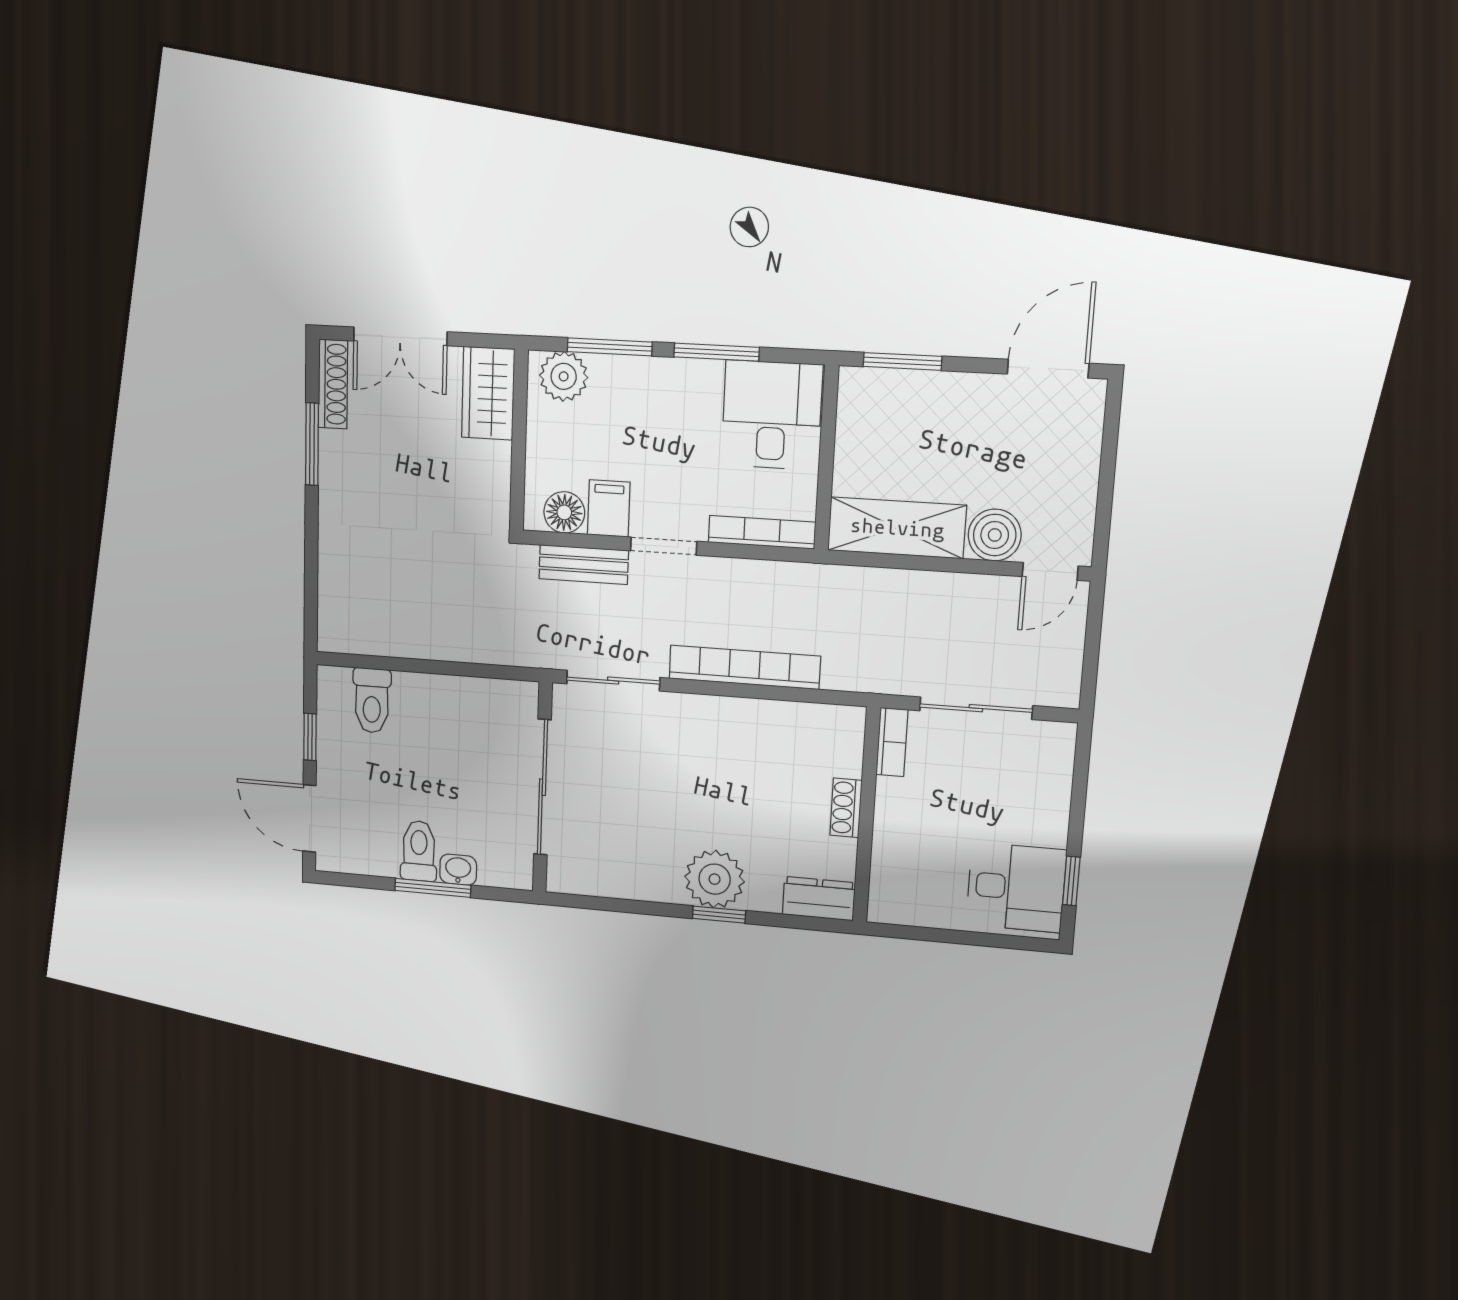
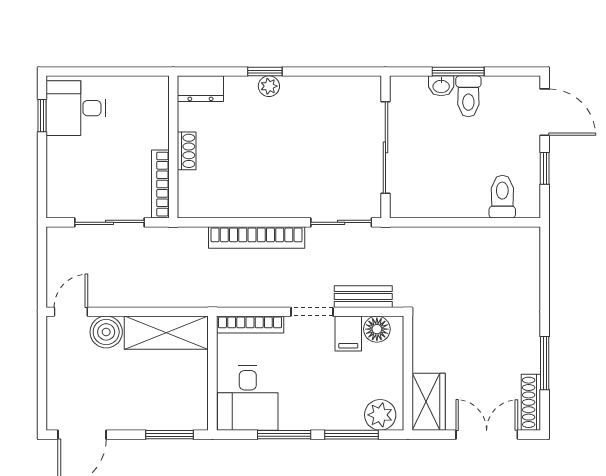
bookcase: (892, 742) -> (160, 184), width x1.56
plant: (715, 879) -> (269, 86), width x0.53, depth x0.53

